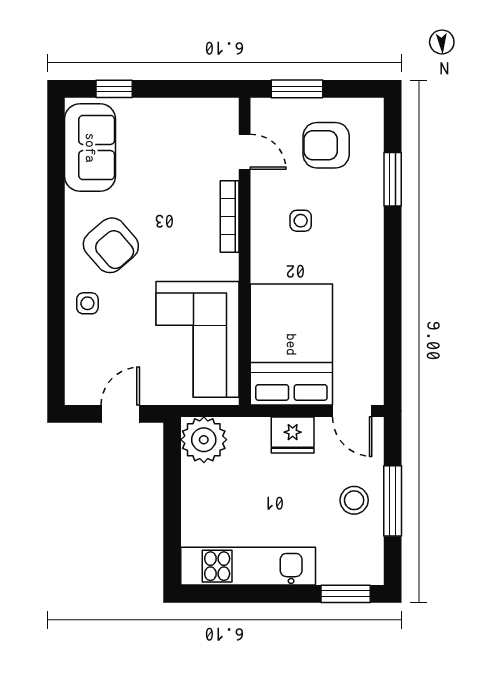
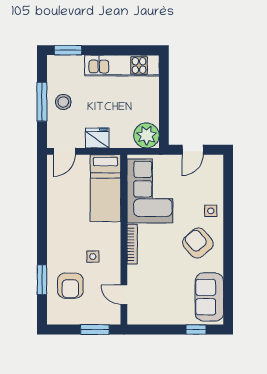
armchair: (326, 145) -> (70, 286), moved, turned 90
bookcase: (230, 217) -> (132, 244), moved
bed: (291, 345) -> (105, 188), width x0.67
door: (352, 411) -> (64, 151), swing flipped

